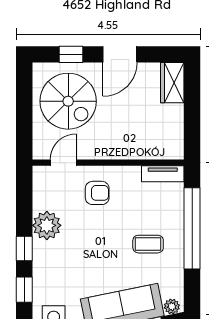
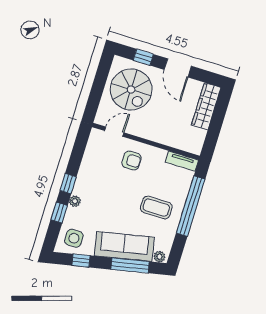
door: (120, 54) -> (178, 68), hinge flipped
wardrobe: (172, 83) -> (206, 106), width x1.50
plant: (47, 225) -> (75, 201), moved, width x0.53, depth x0.53
coffee table: (148, 244) -> (156, 207), width x1.36, depth x1.30

